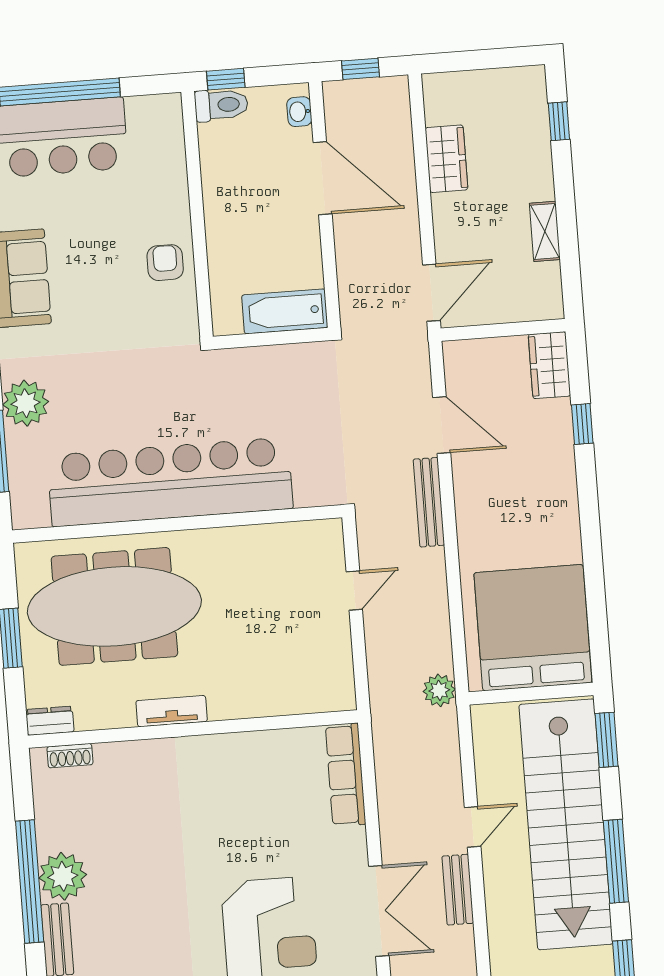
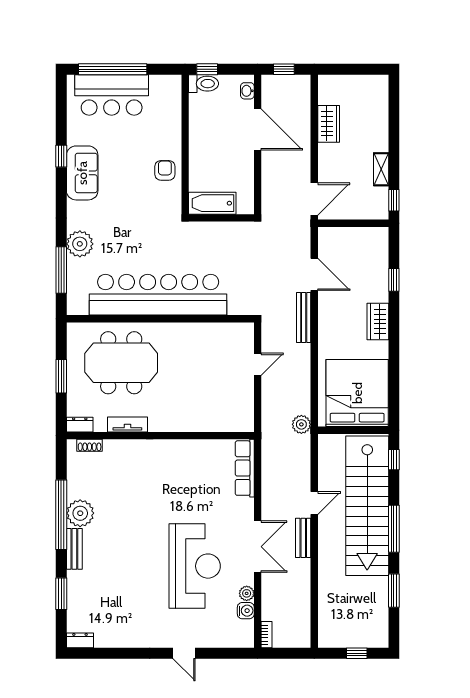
window: (559, 121) -> (394, 200), moved
bathtub: (285, 311) -> (212, 203), moved
wardrobe: (549, 365) -> (378, 321), moved
meeting table: (114, 606) -> (121, 363), width x0.73
tv unit: (172, 711) -> (127, 424), moved
window: (607, 740) -> (394, 460), width x0.67

